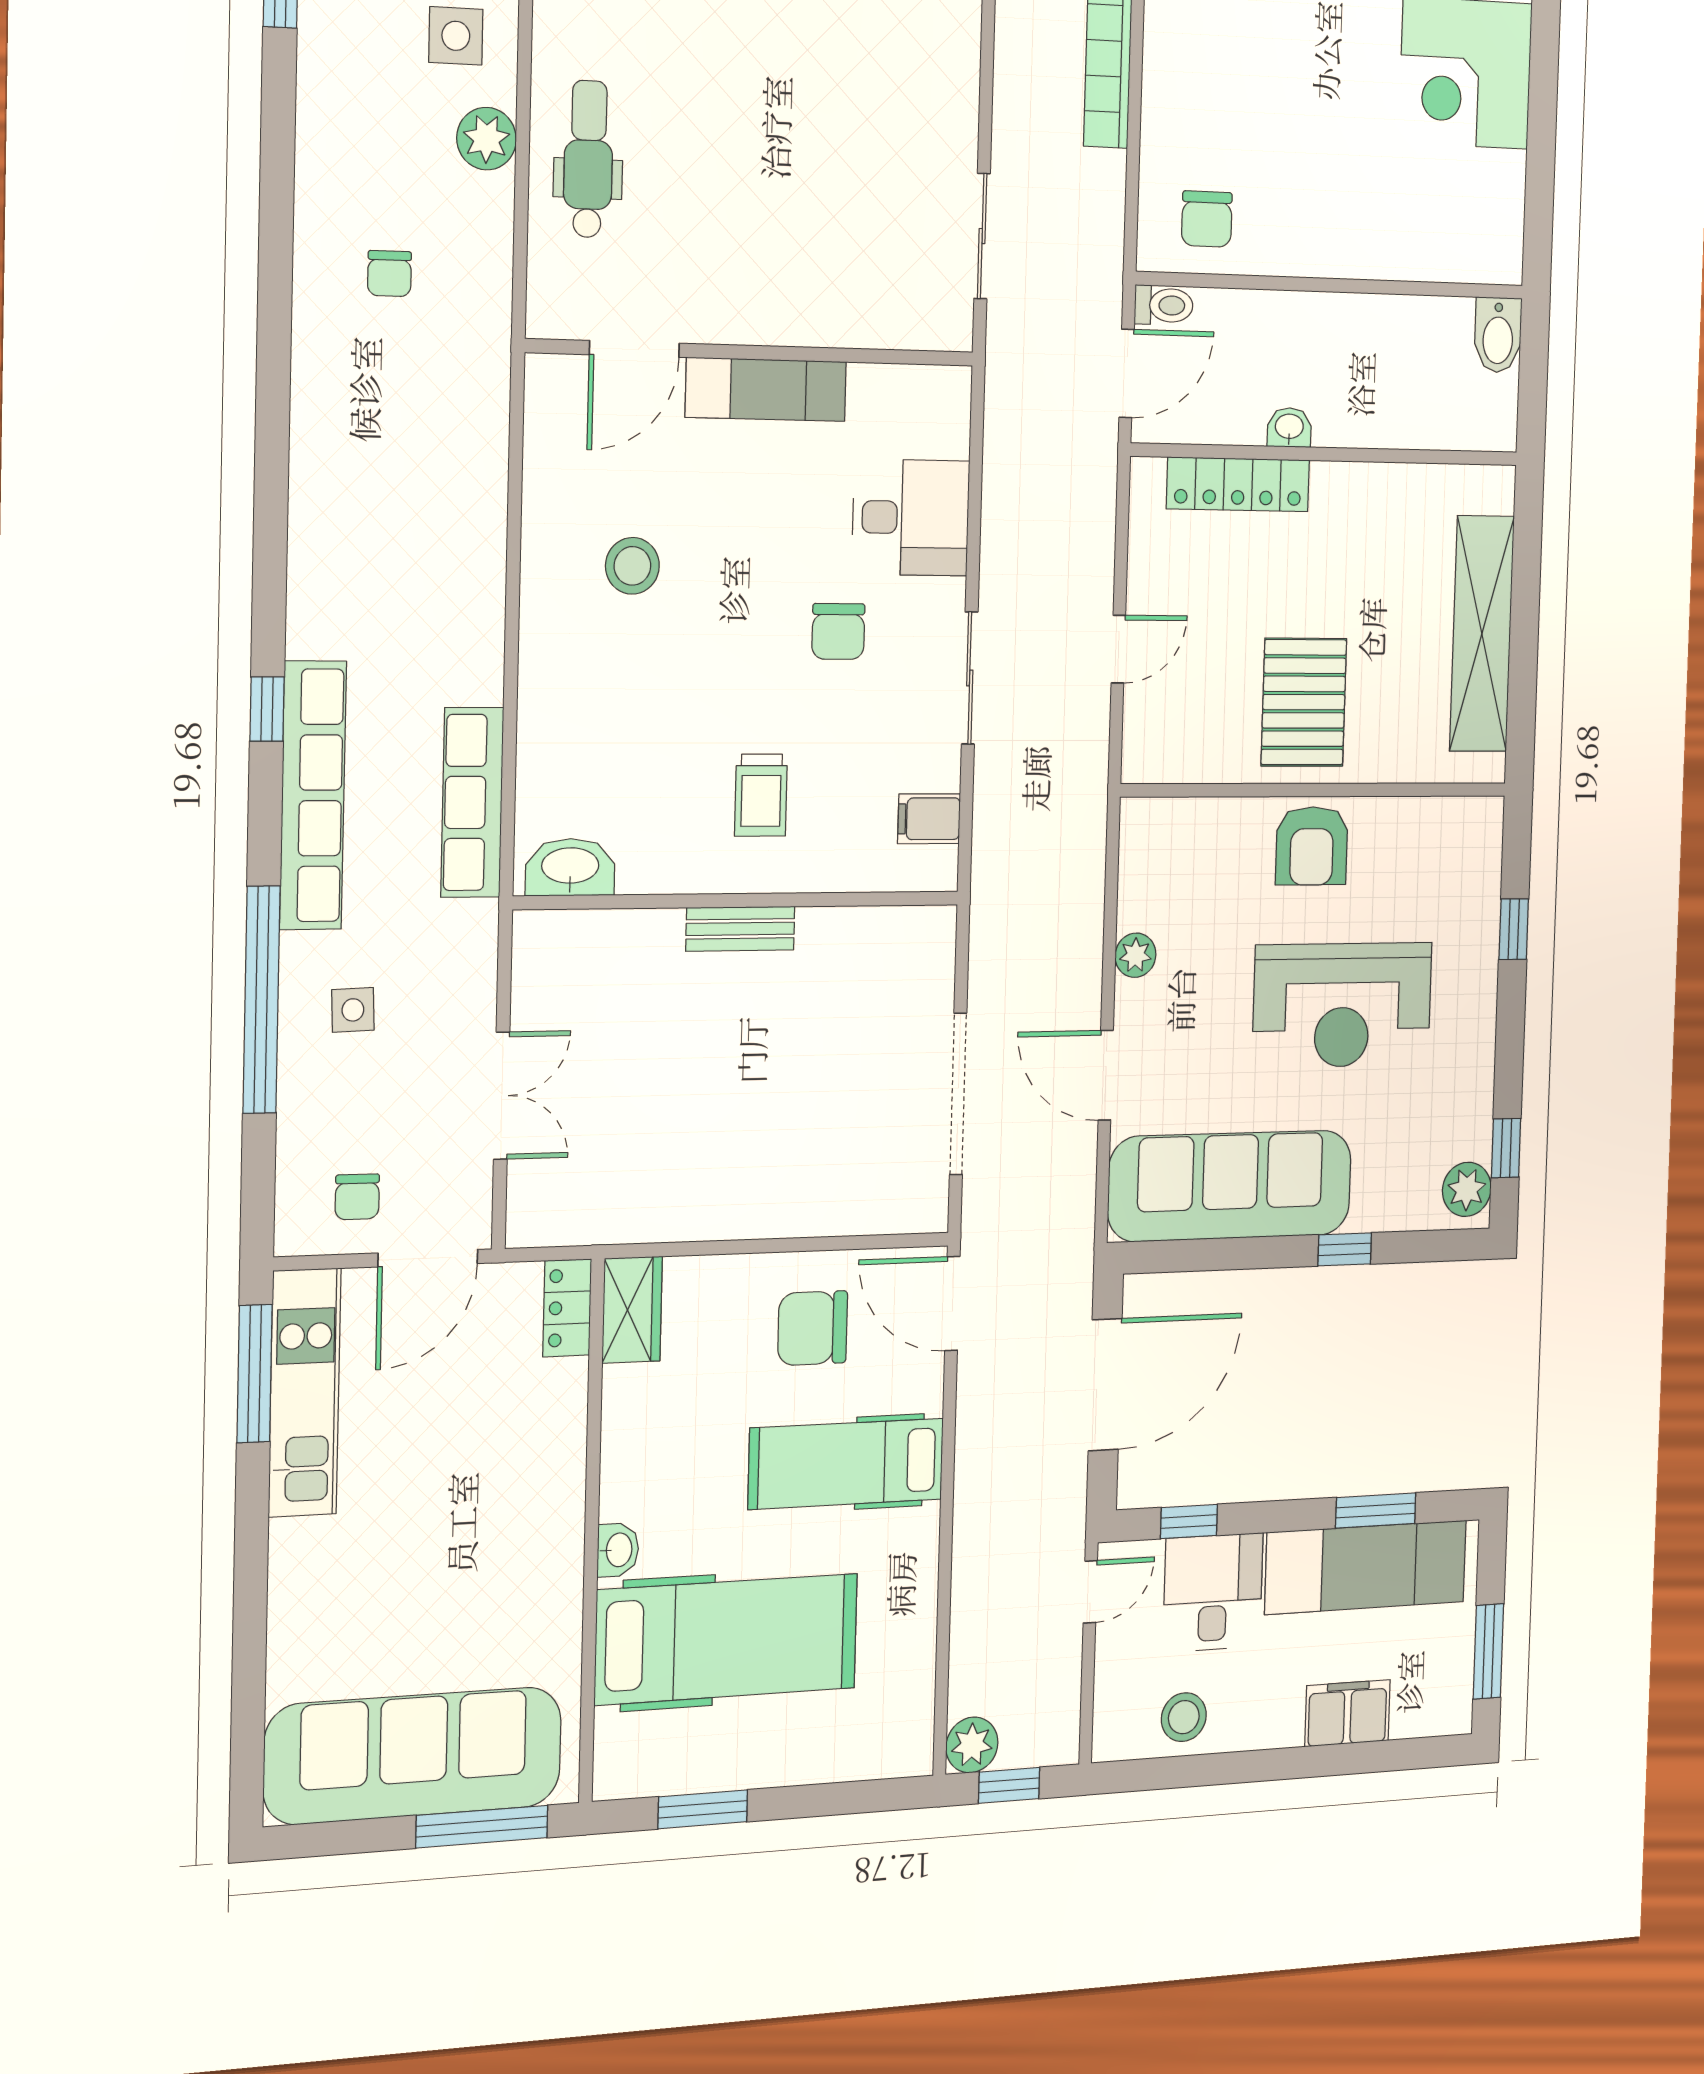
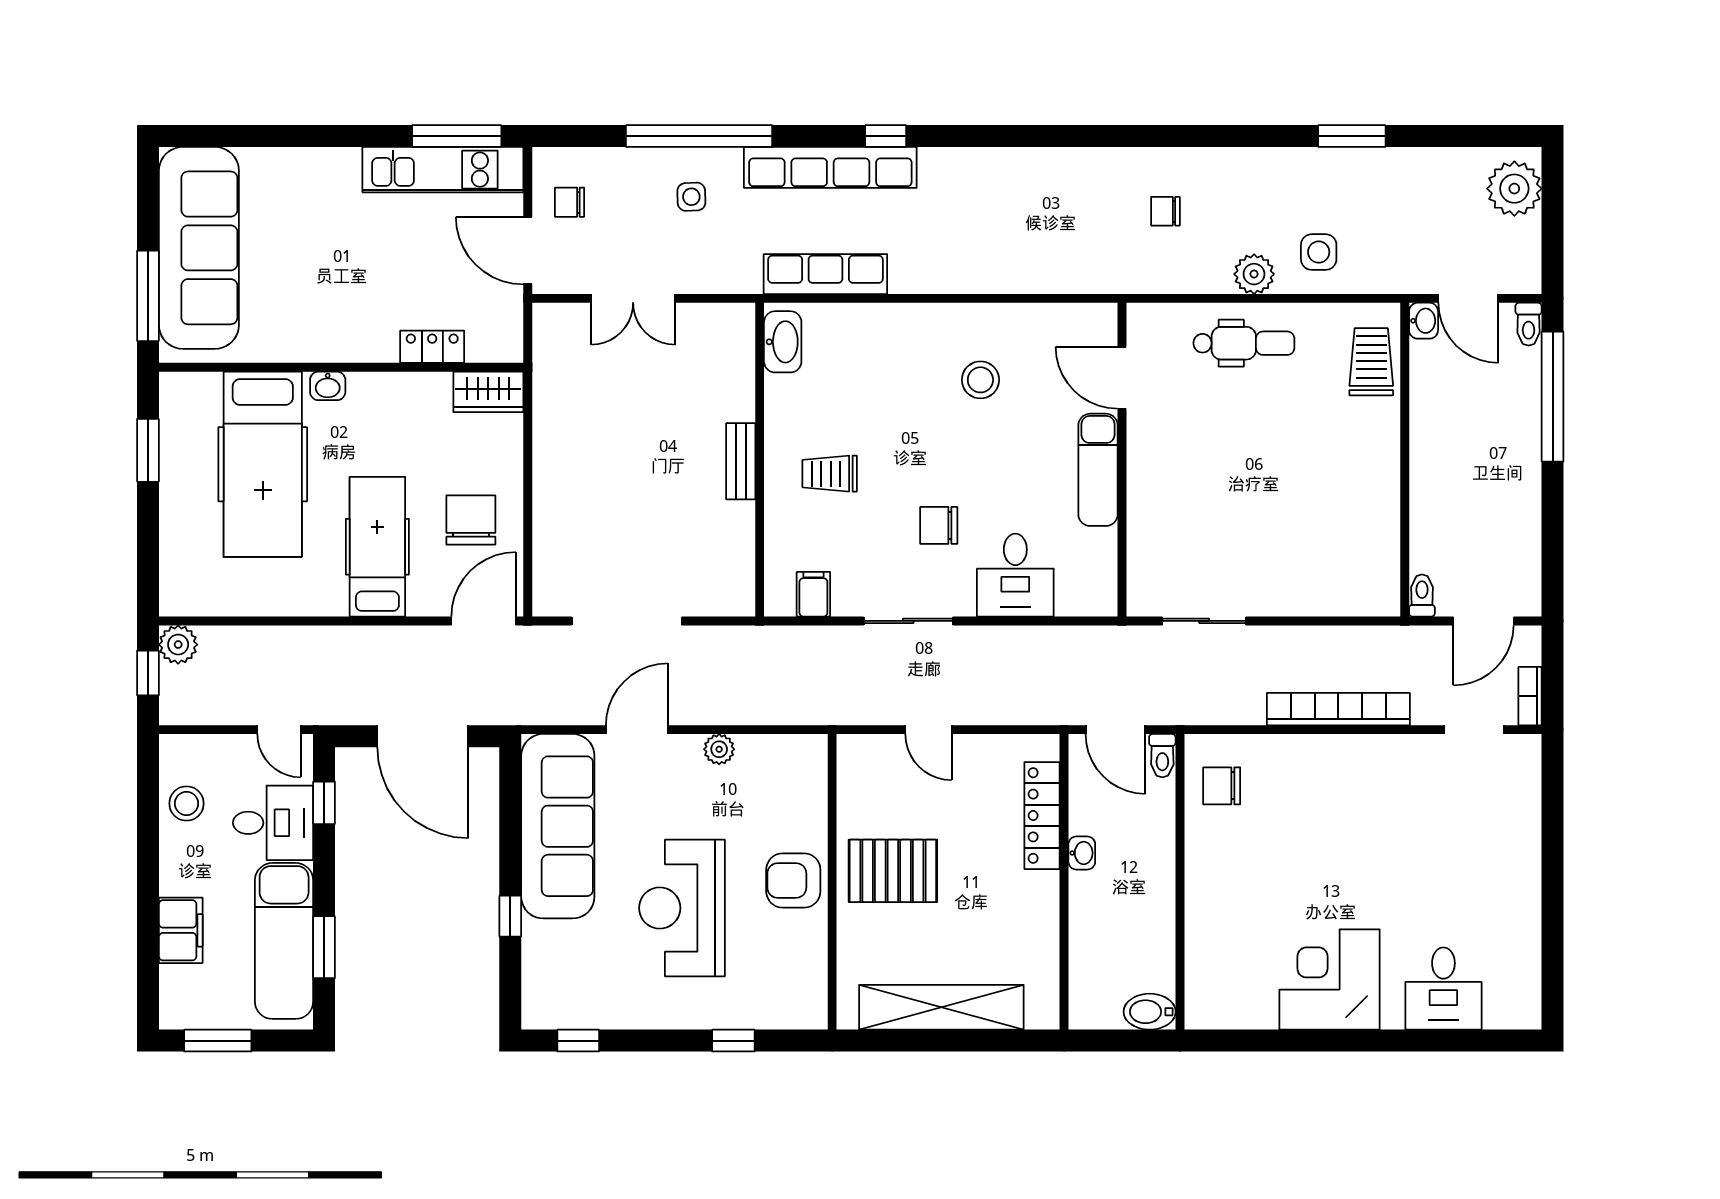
plant: (1467, 1189) -> (550, 1010), removed
locker: (567, 1308) -> (432, 347), moved

